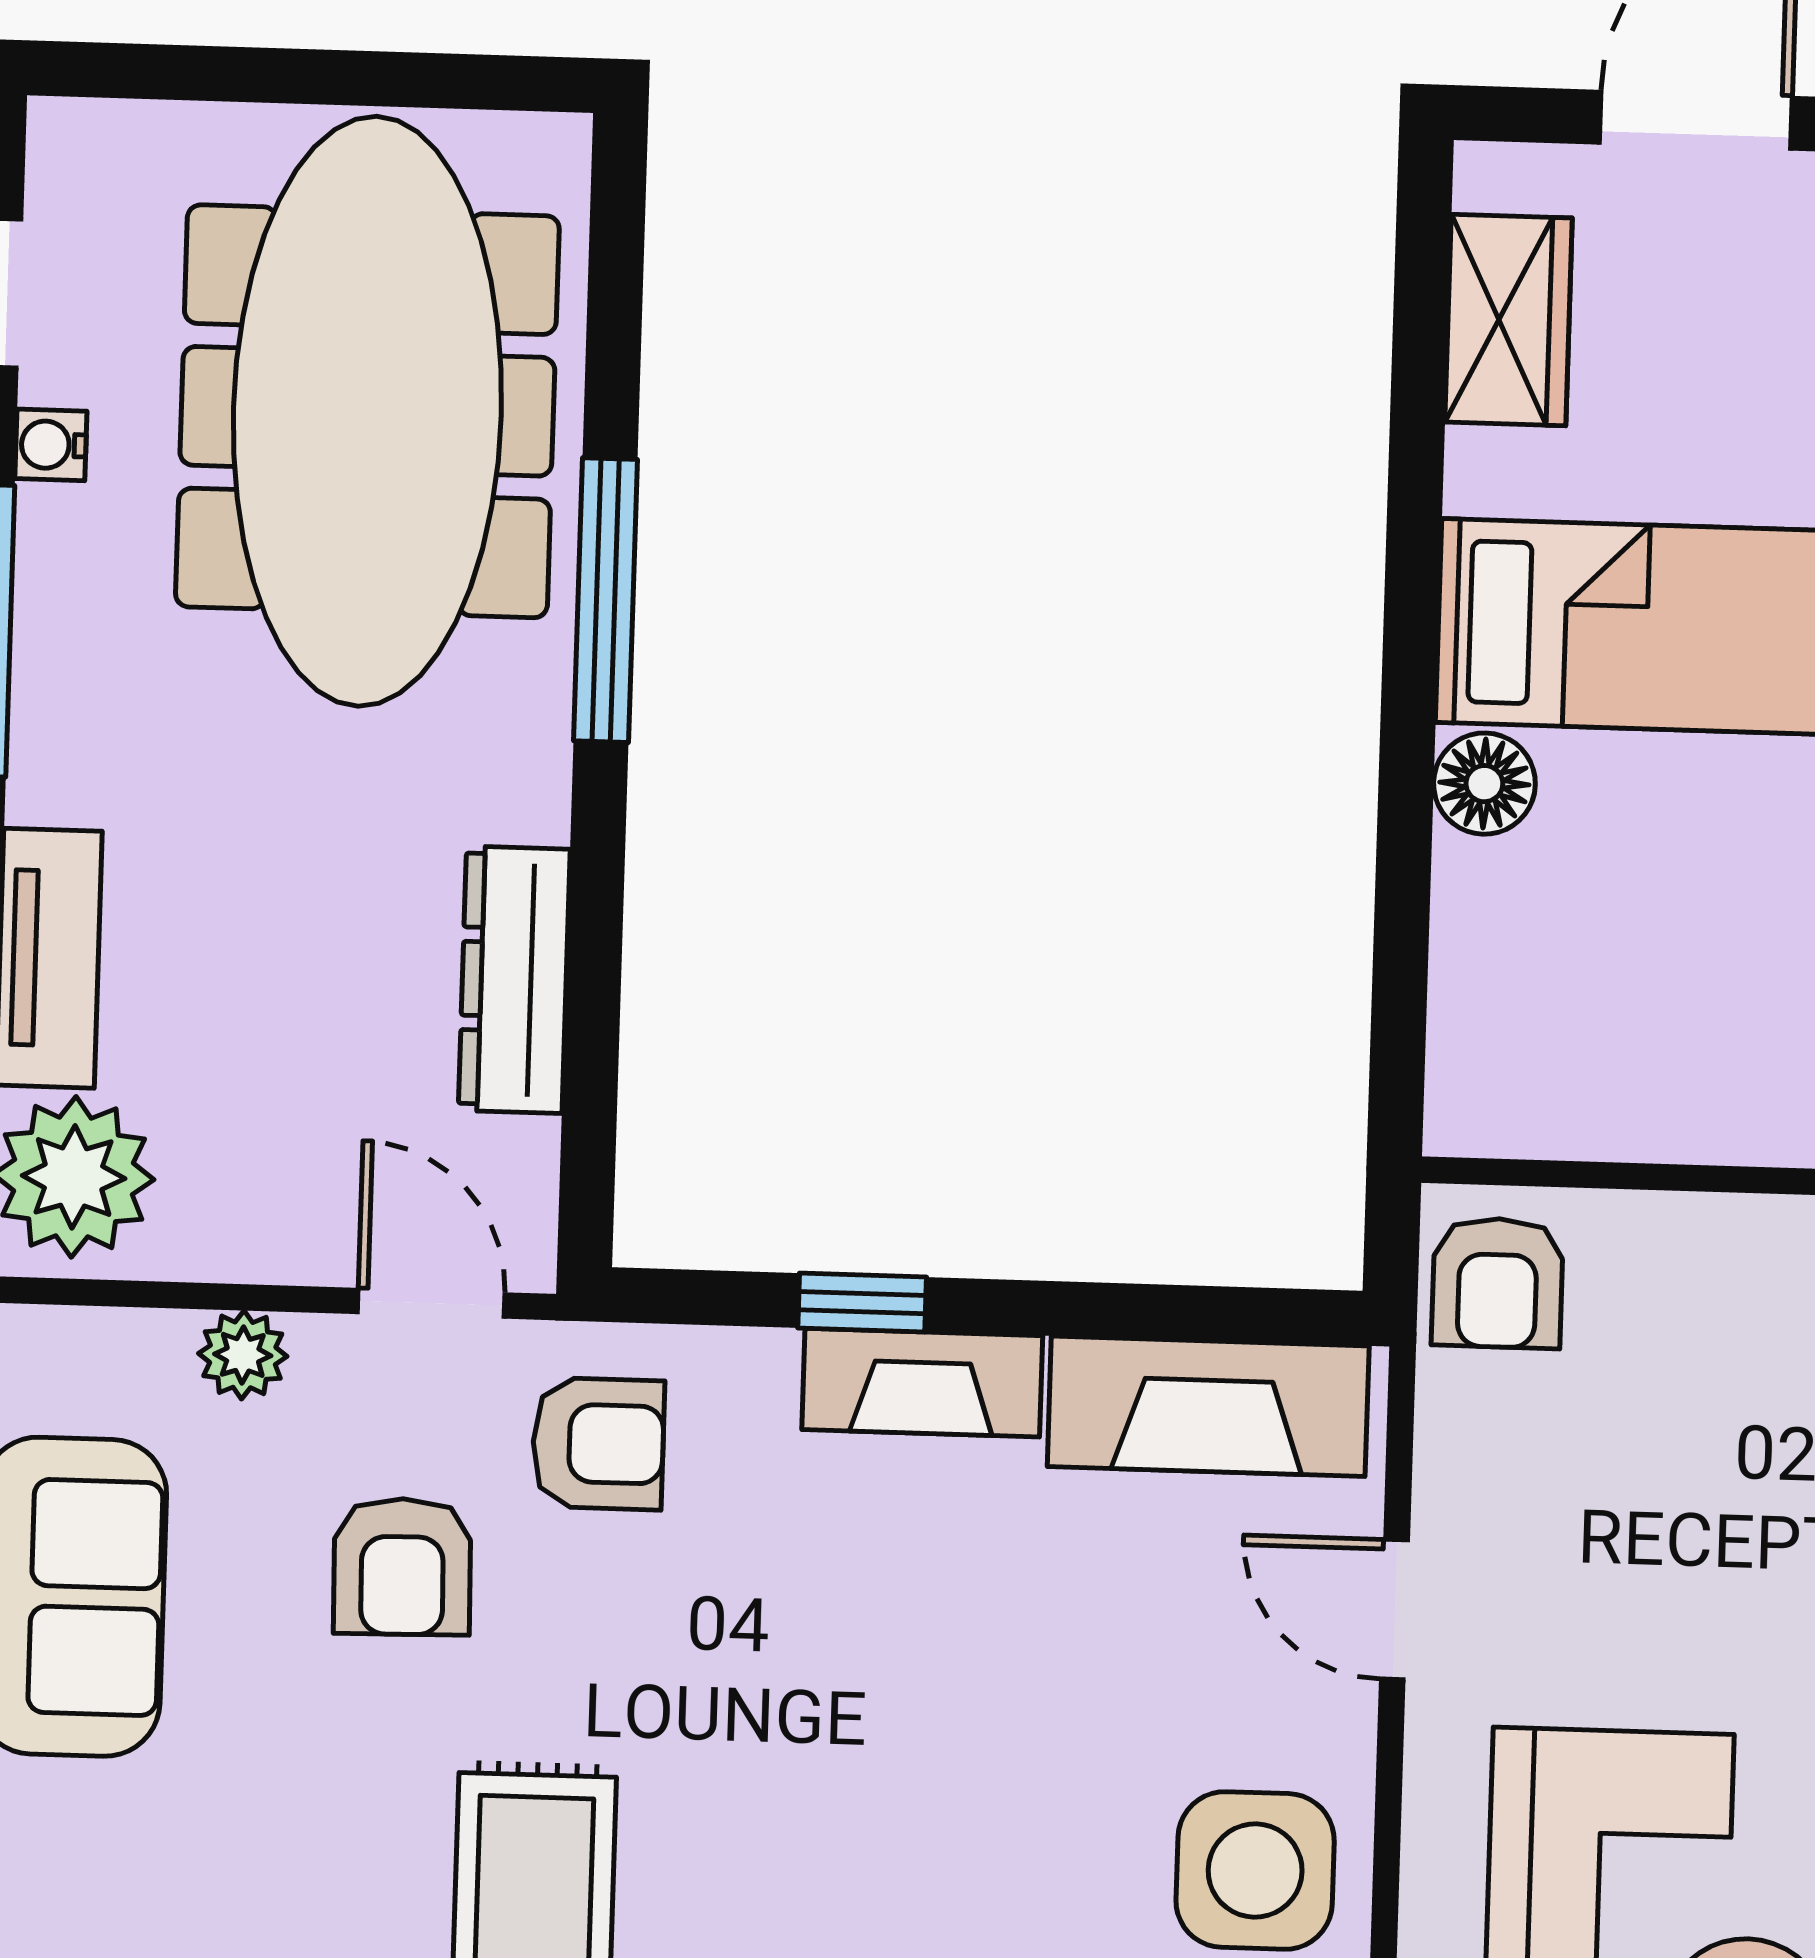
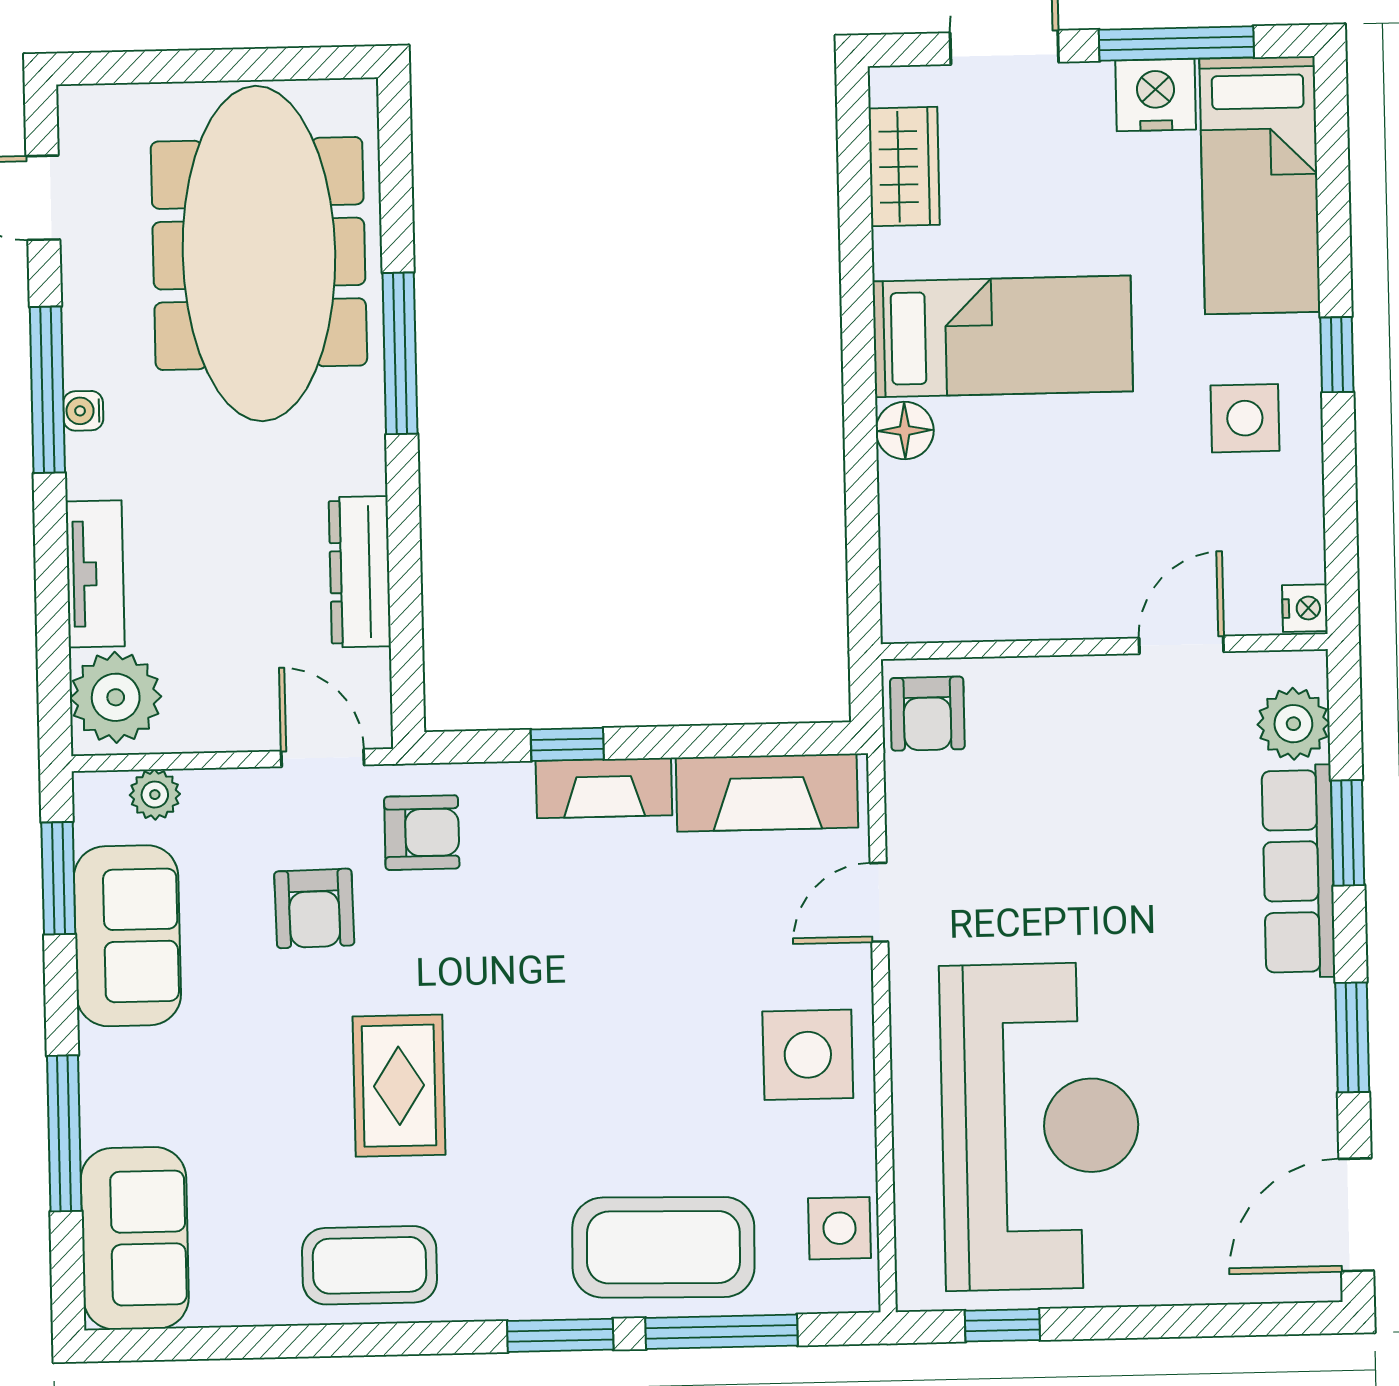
water cooler: (51, 445) -> (83, 411), moved
plant: (243, 1355) -> (155, 795), moved
door: (1394, 1610) -> (879, 902), hinge flipped

